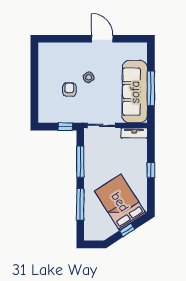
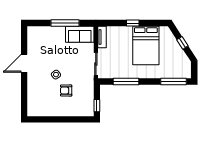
sofa: (135, 92) -> (80, 34), width x0.54, depth x0.79
window: (65, 127) -> (97, 106), moved
bed: (120, 202) -> (146, 45), moved, turned -57
window: (80, 204) -> (174, 81), moved

